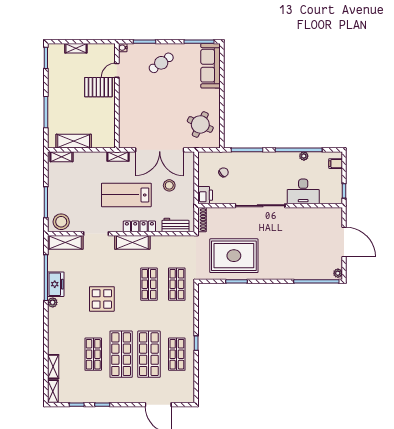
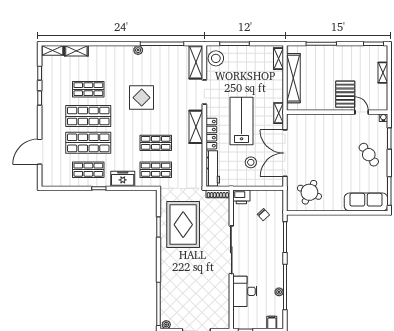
shelving: (74, 141) -> (293, 78), width x1.47
workbench: (175, 225) -> (213, 168), width x1.37
freezer: (56, 284) -> (123, 179), moved, turned 180

